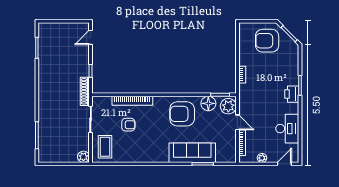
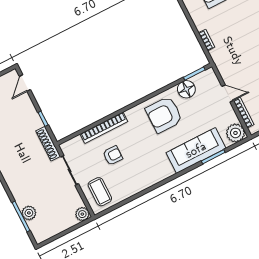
plant: (228, 106) -> (235, 133), moved
plant: (44, 136) -> (29, 213), added

